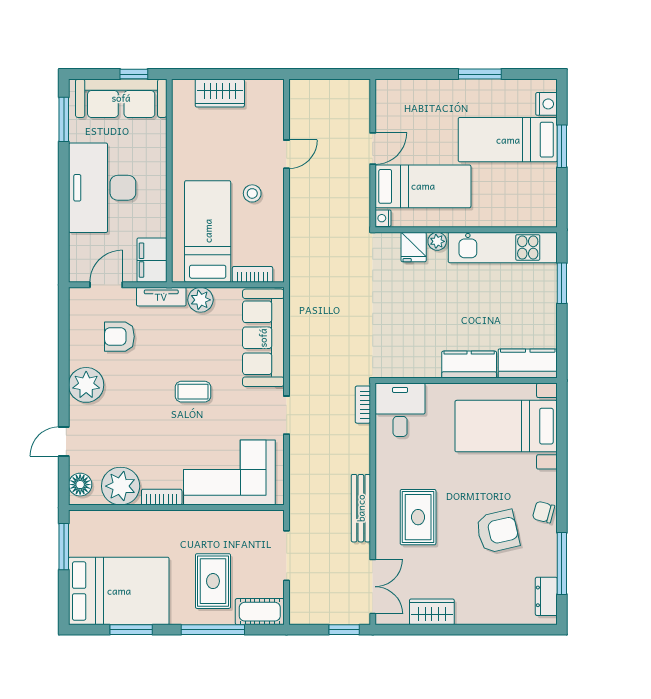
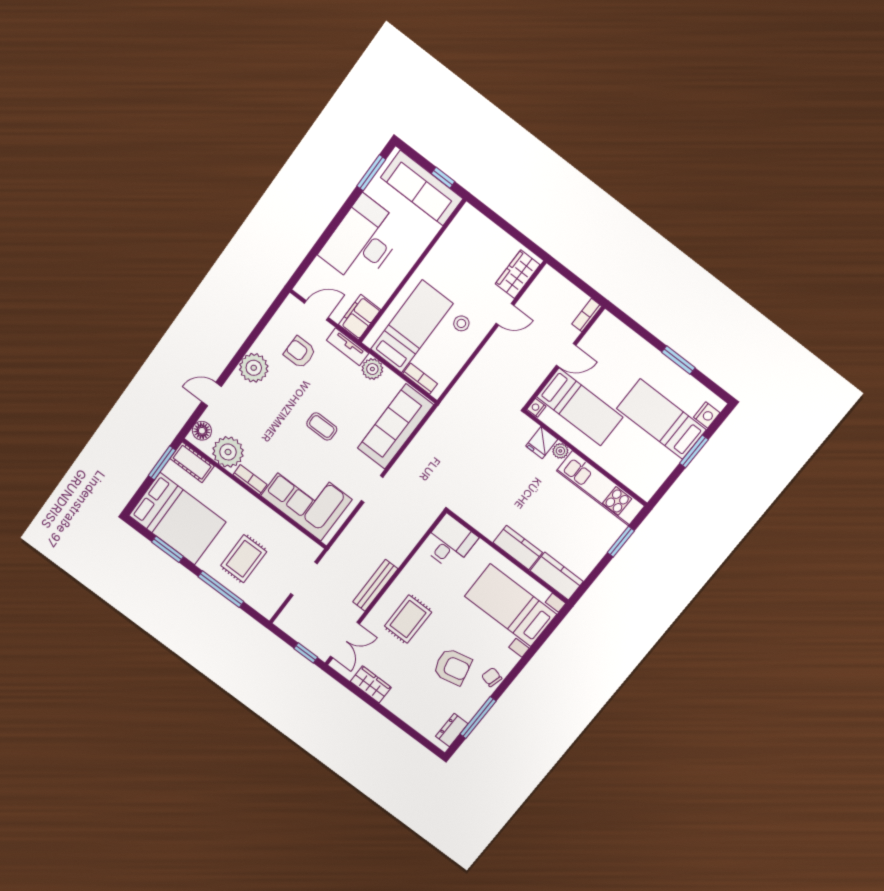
wardrobe: (220, 93) -> (518, 274), moved, turned 90
bookcase: (363, 405) -> (587, 315), moved
cot: (260, 612) -> (192, 462), moved

